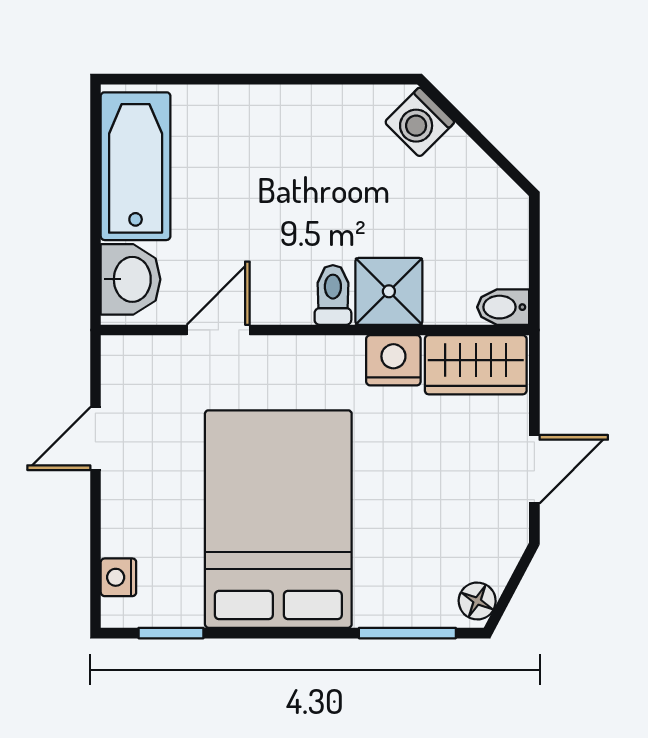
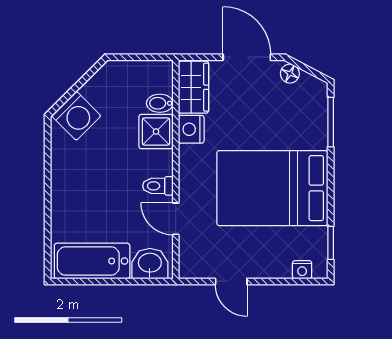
washing machine: (420, 122) -> (76, 116), width x1.38, depth x1.38
toilet: (333, 295) -> (158, 186), moved
bidet: (503, 307) -> (160, 103), moved, turned 90
door: (534, 469) -> (247, 57), width x1.38
floor lamp: (477, 601) -> (290, 74), moved

